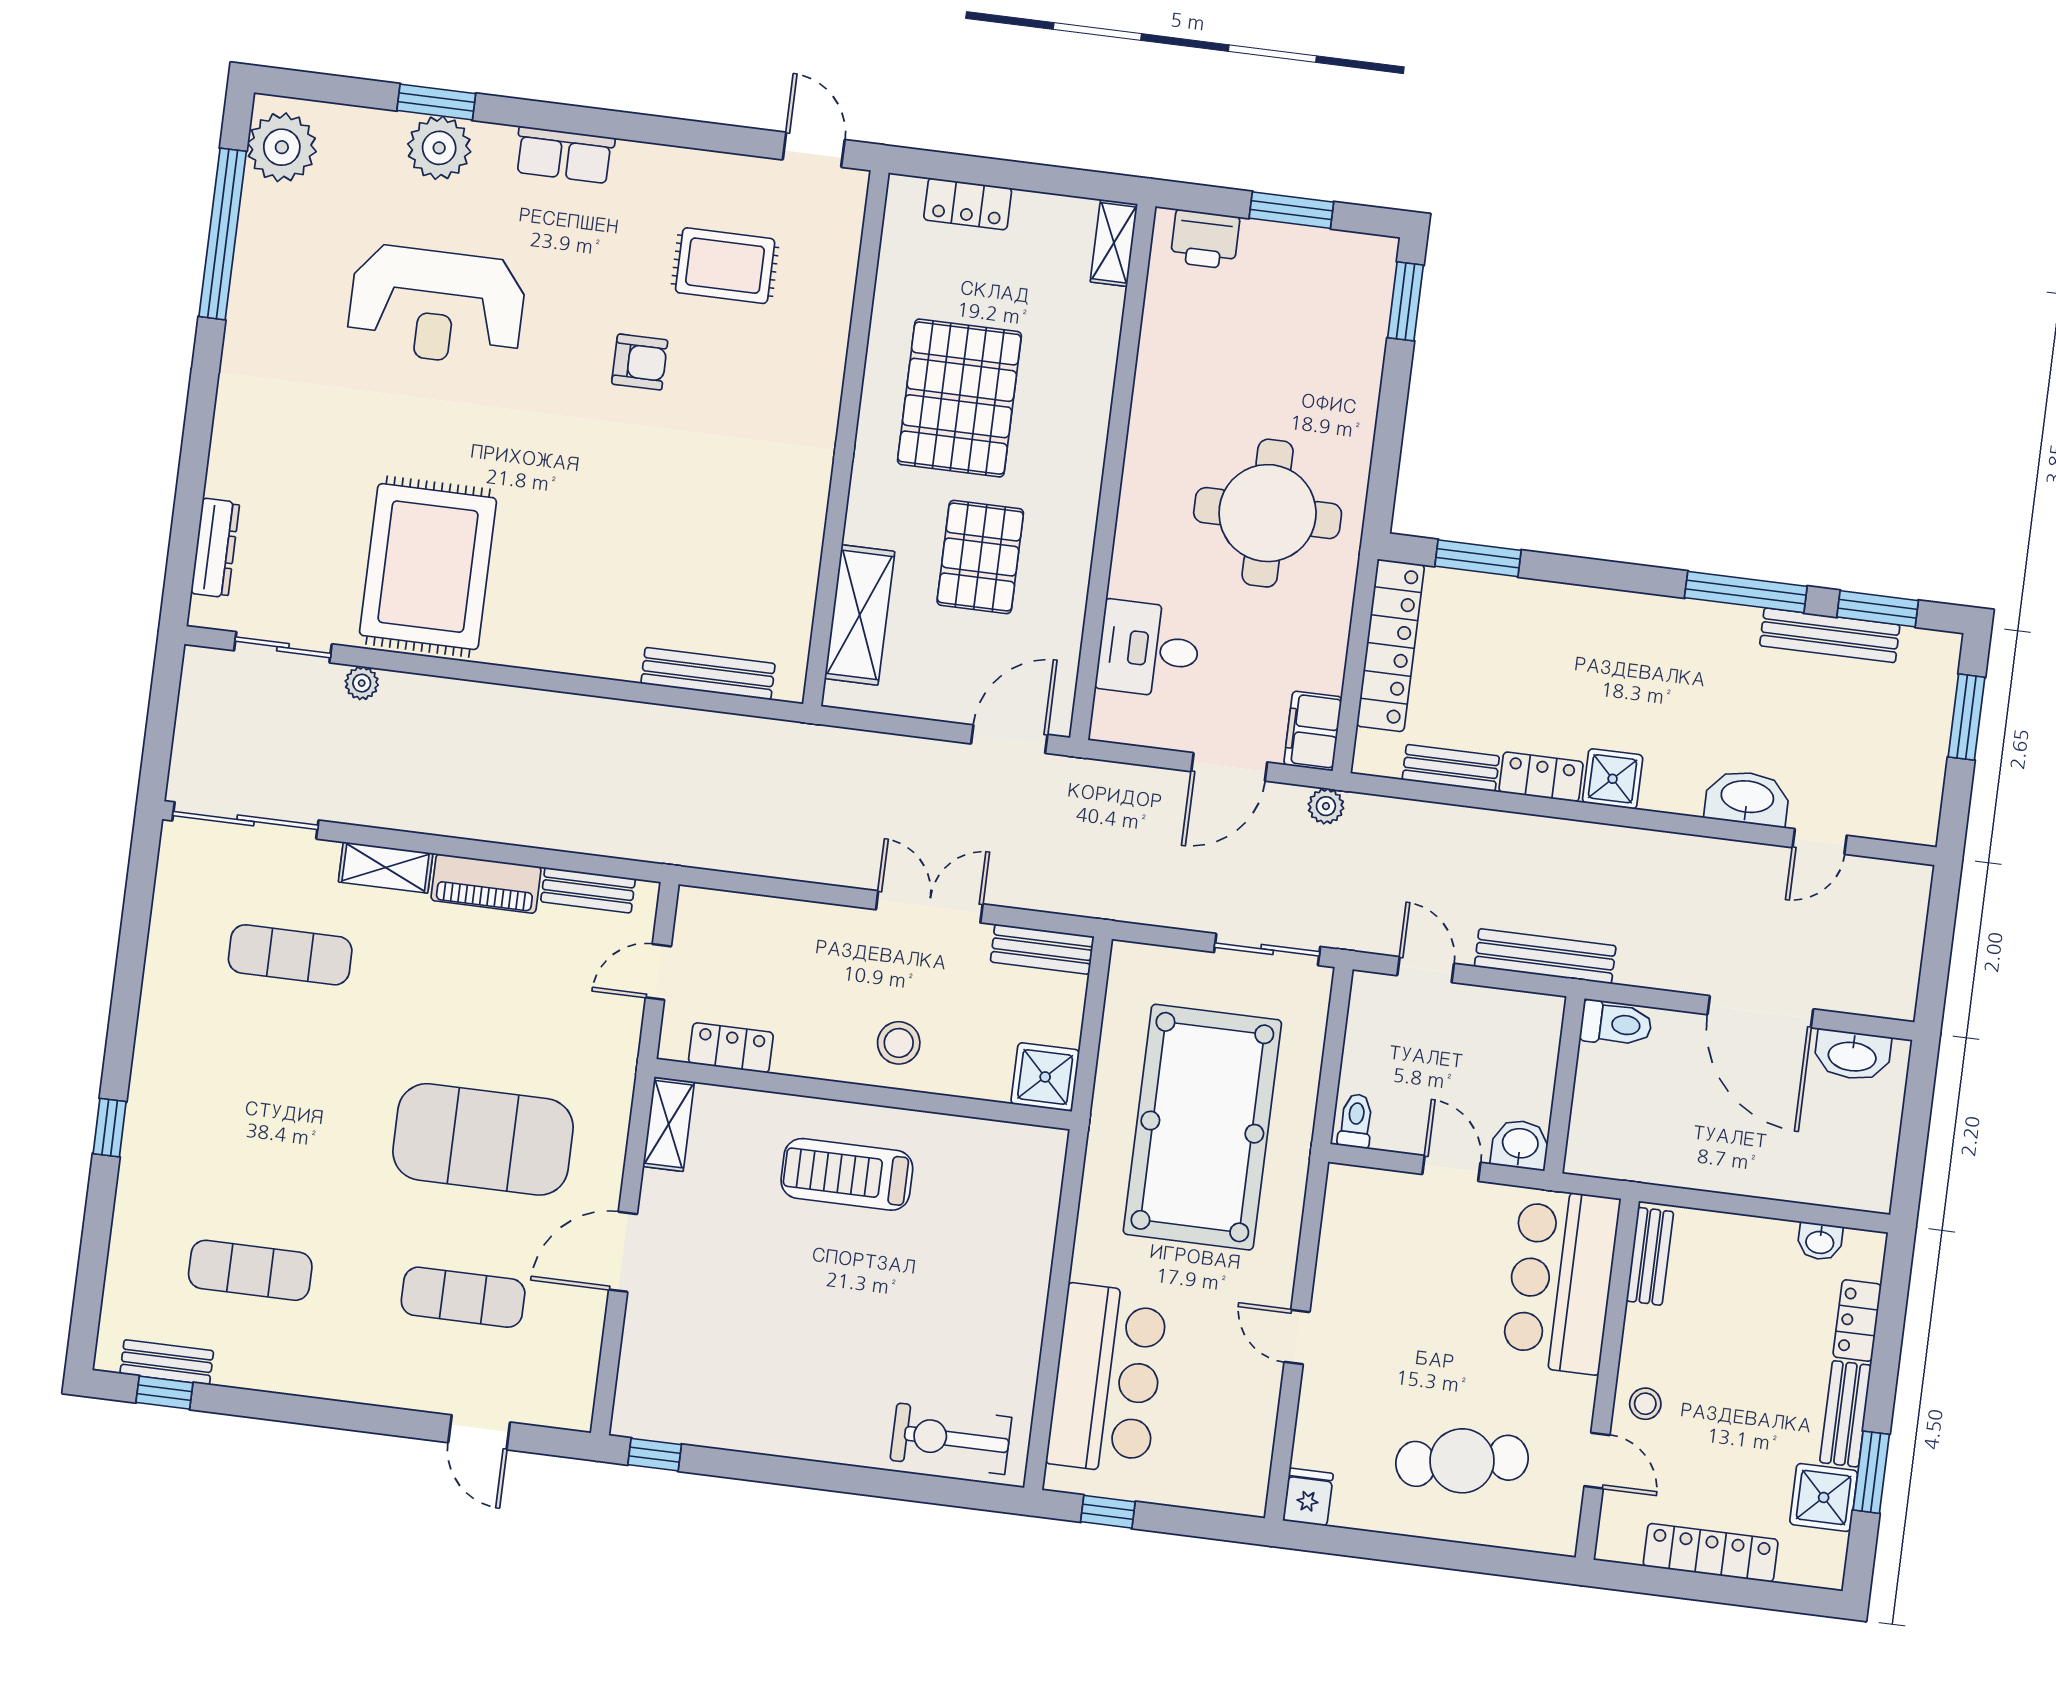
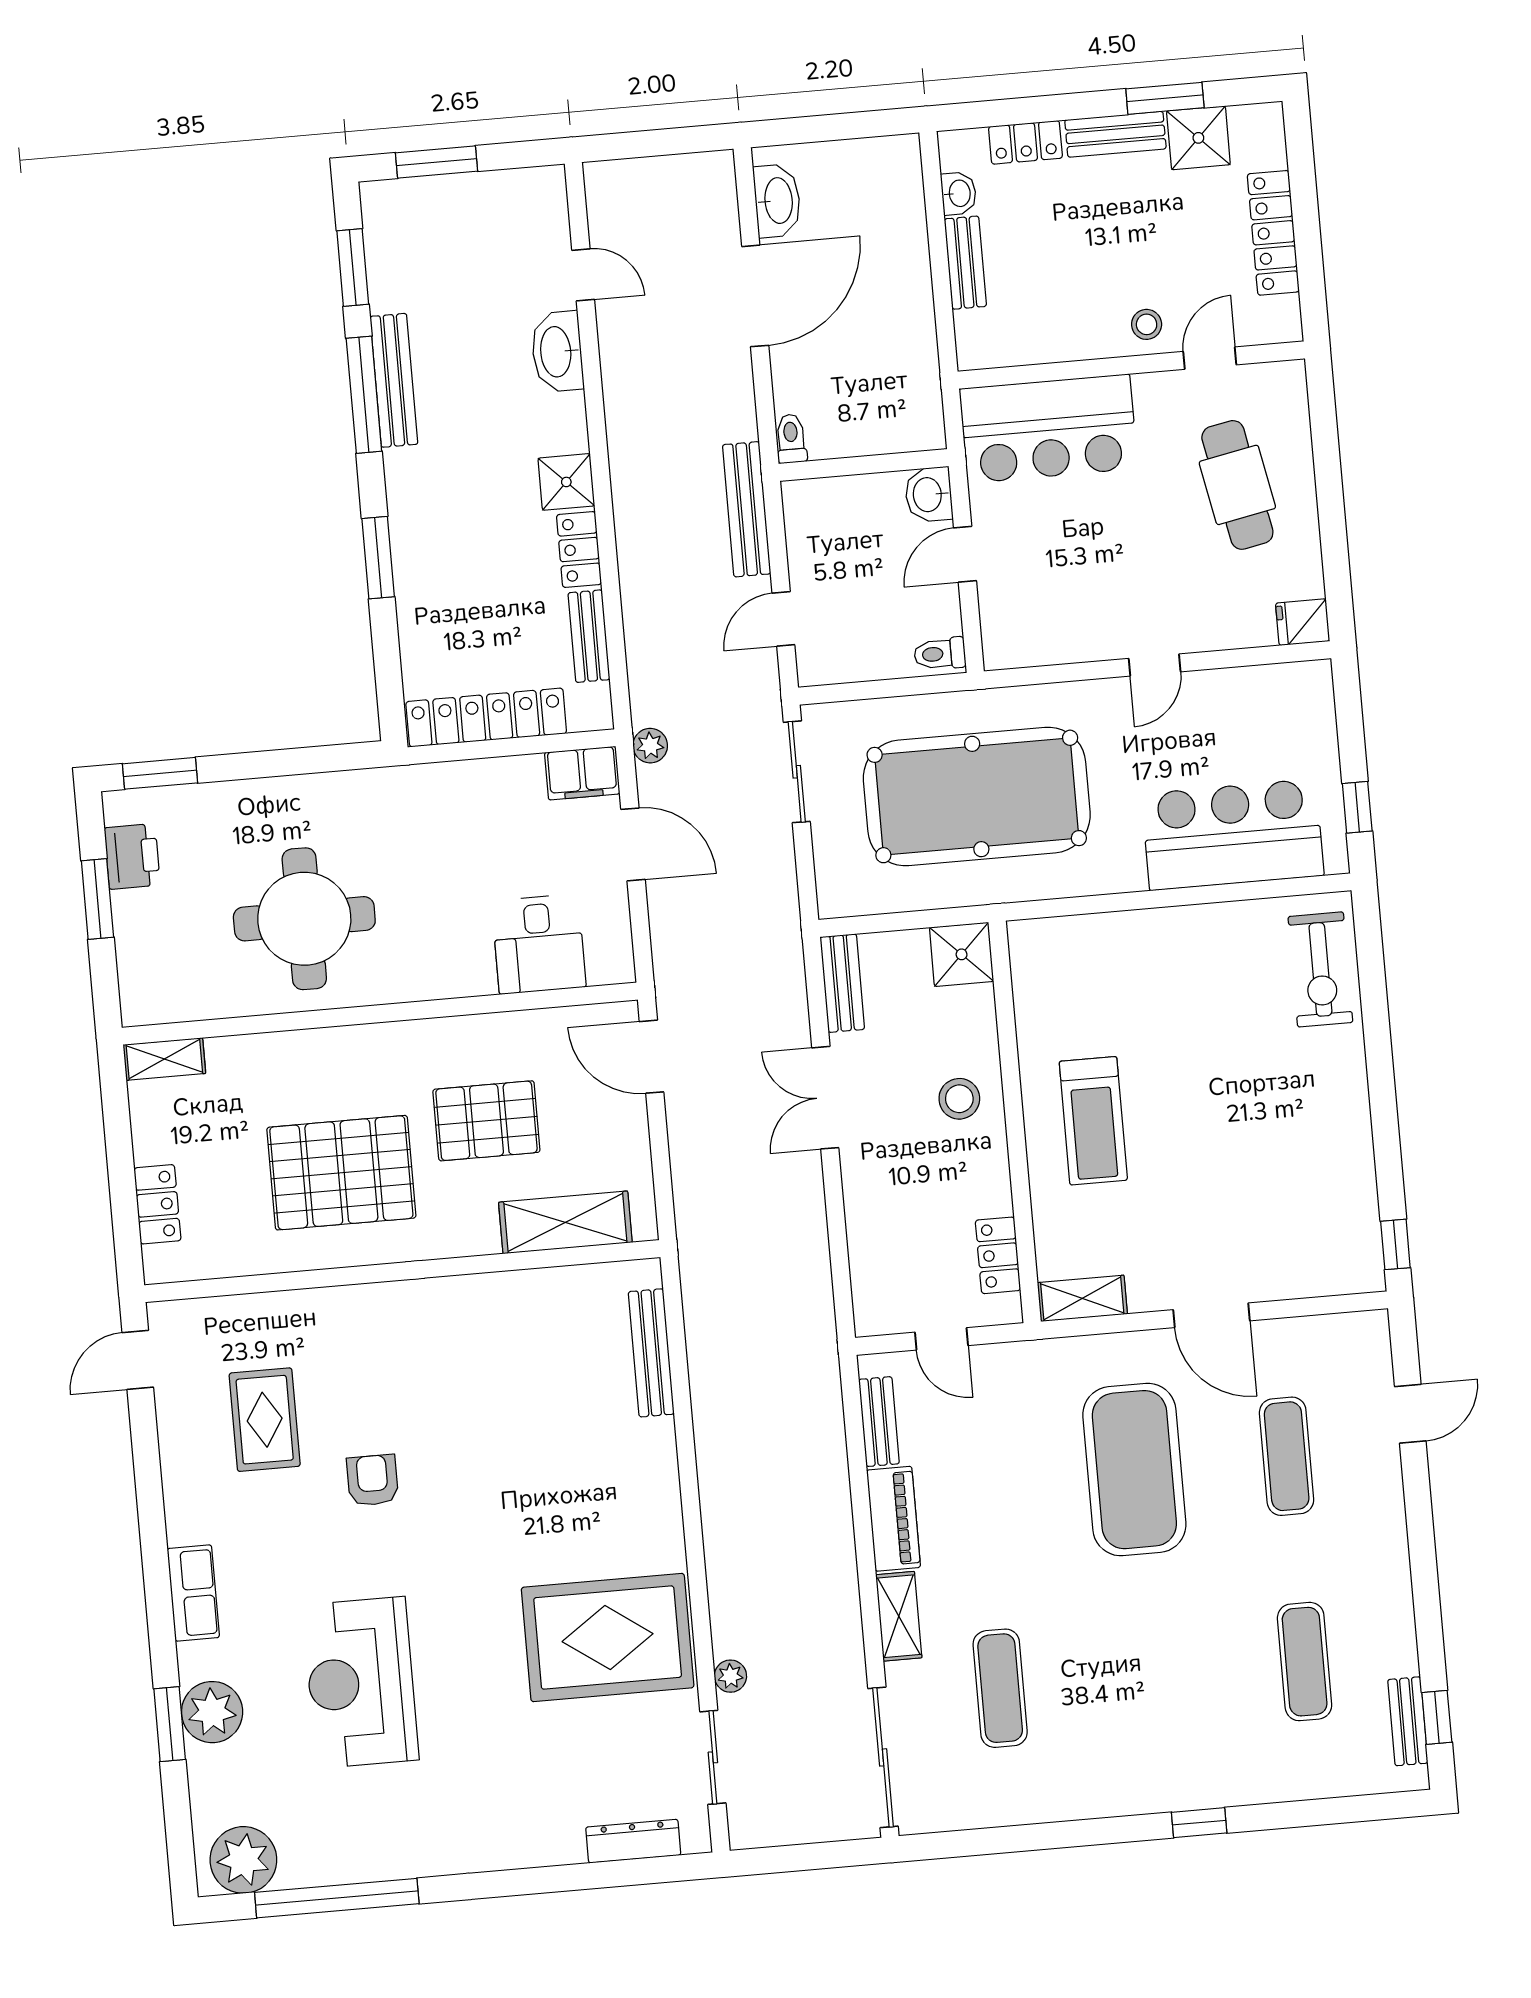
printer: (1205, 239) -> (132, 856), moved
reception desk: (437, 306) -> (361, 1682), turned 180
round table: (1268, 513) -> (304, 919), moved
window: (1478, 558) -> (378, 558), moved
bench: (1830, 635) -> (394, 380), moved
toilet: (1616, 1024) -> (791, 439), width x0.73, depth x0.72
bench: (1650, 1256) -> (965, 263), moved, turned 90

